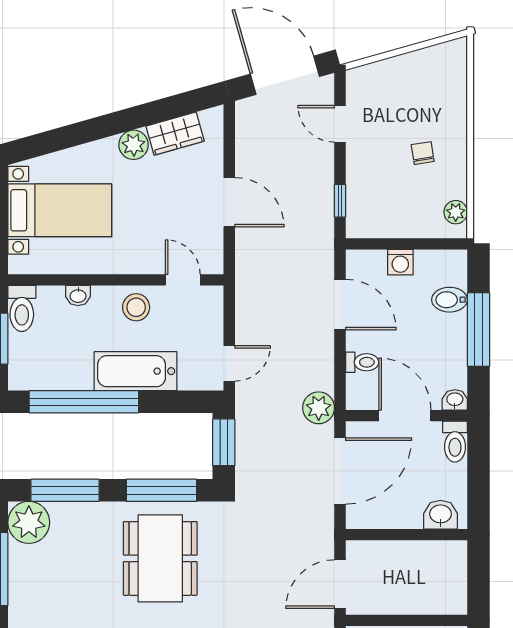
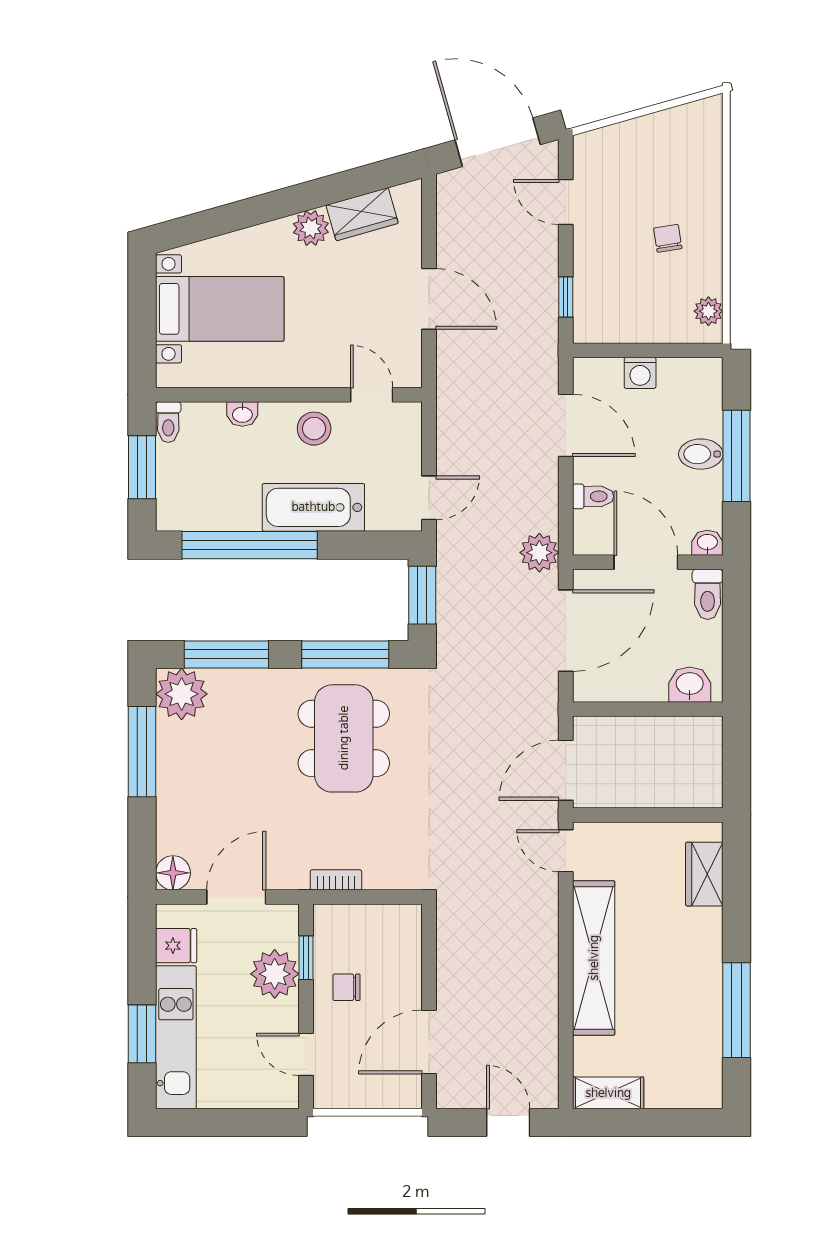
bidet: (449, 300) -> (701, 454), moved
toilet: (22, 308) -> (168, 422), width x0.73, depth x0.72

